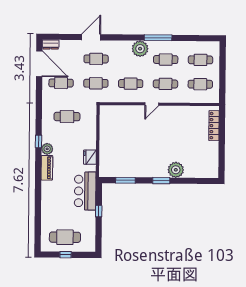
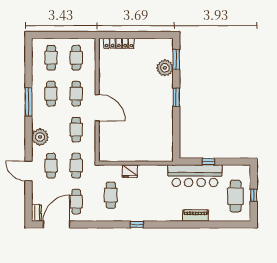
plant: (140, 49) -> (40, 137), moved
door: (152, 104) -> (97, 108), width x1.87
plant: (47, 149) -> (144, 215), removed
fridge: (90, 157) -> (130, 171), moved
piano: (47, 168) -> (196, 216), moved
plant: (176, 170) -> (165, 68), moved
window: (125, 180) -> (176, 59), moved
bar counter: (85, 191) -> (195, 176), width x1.36

